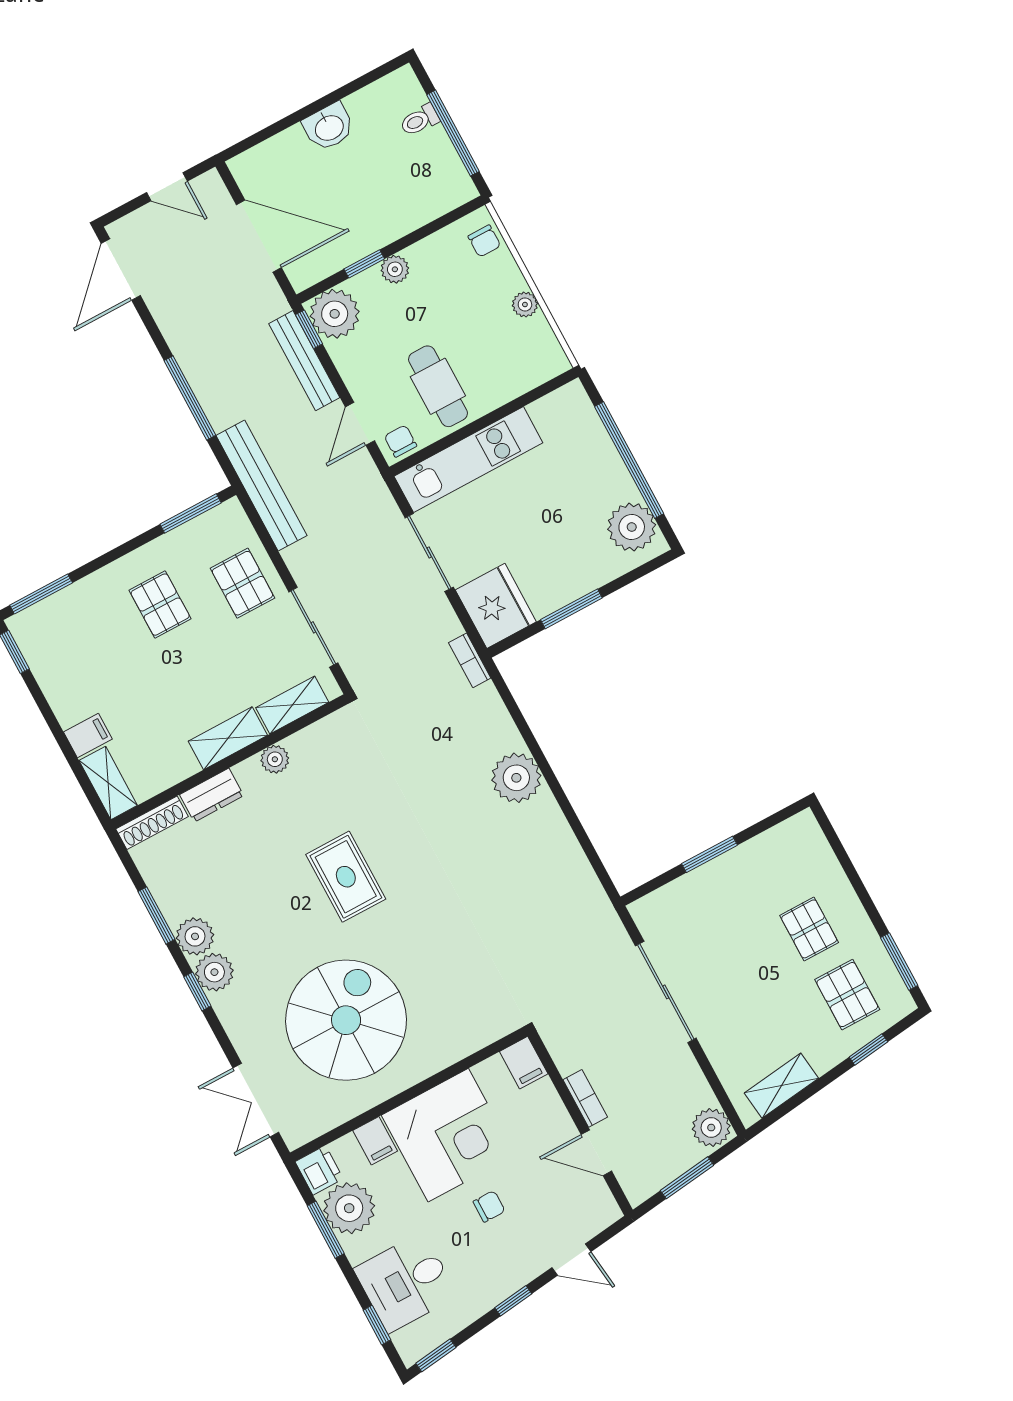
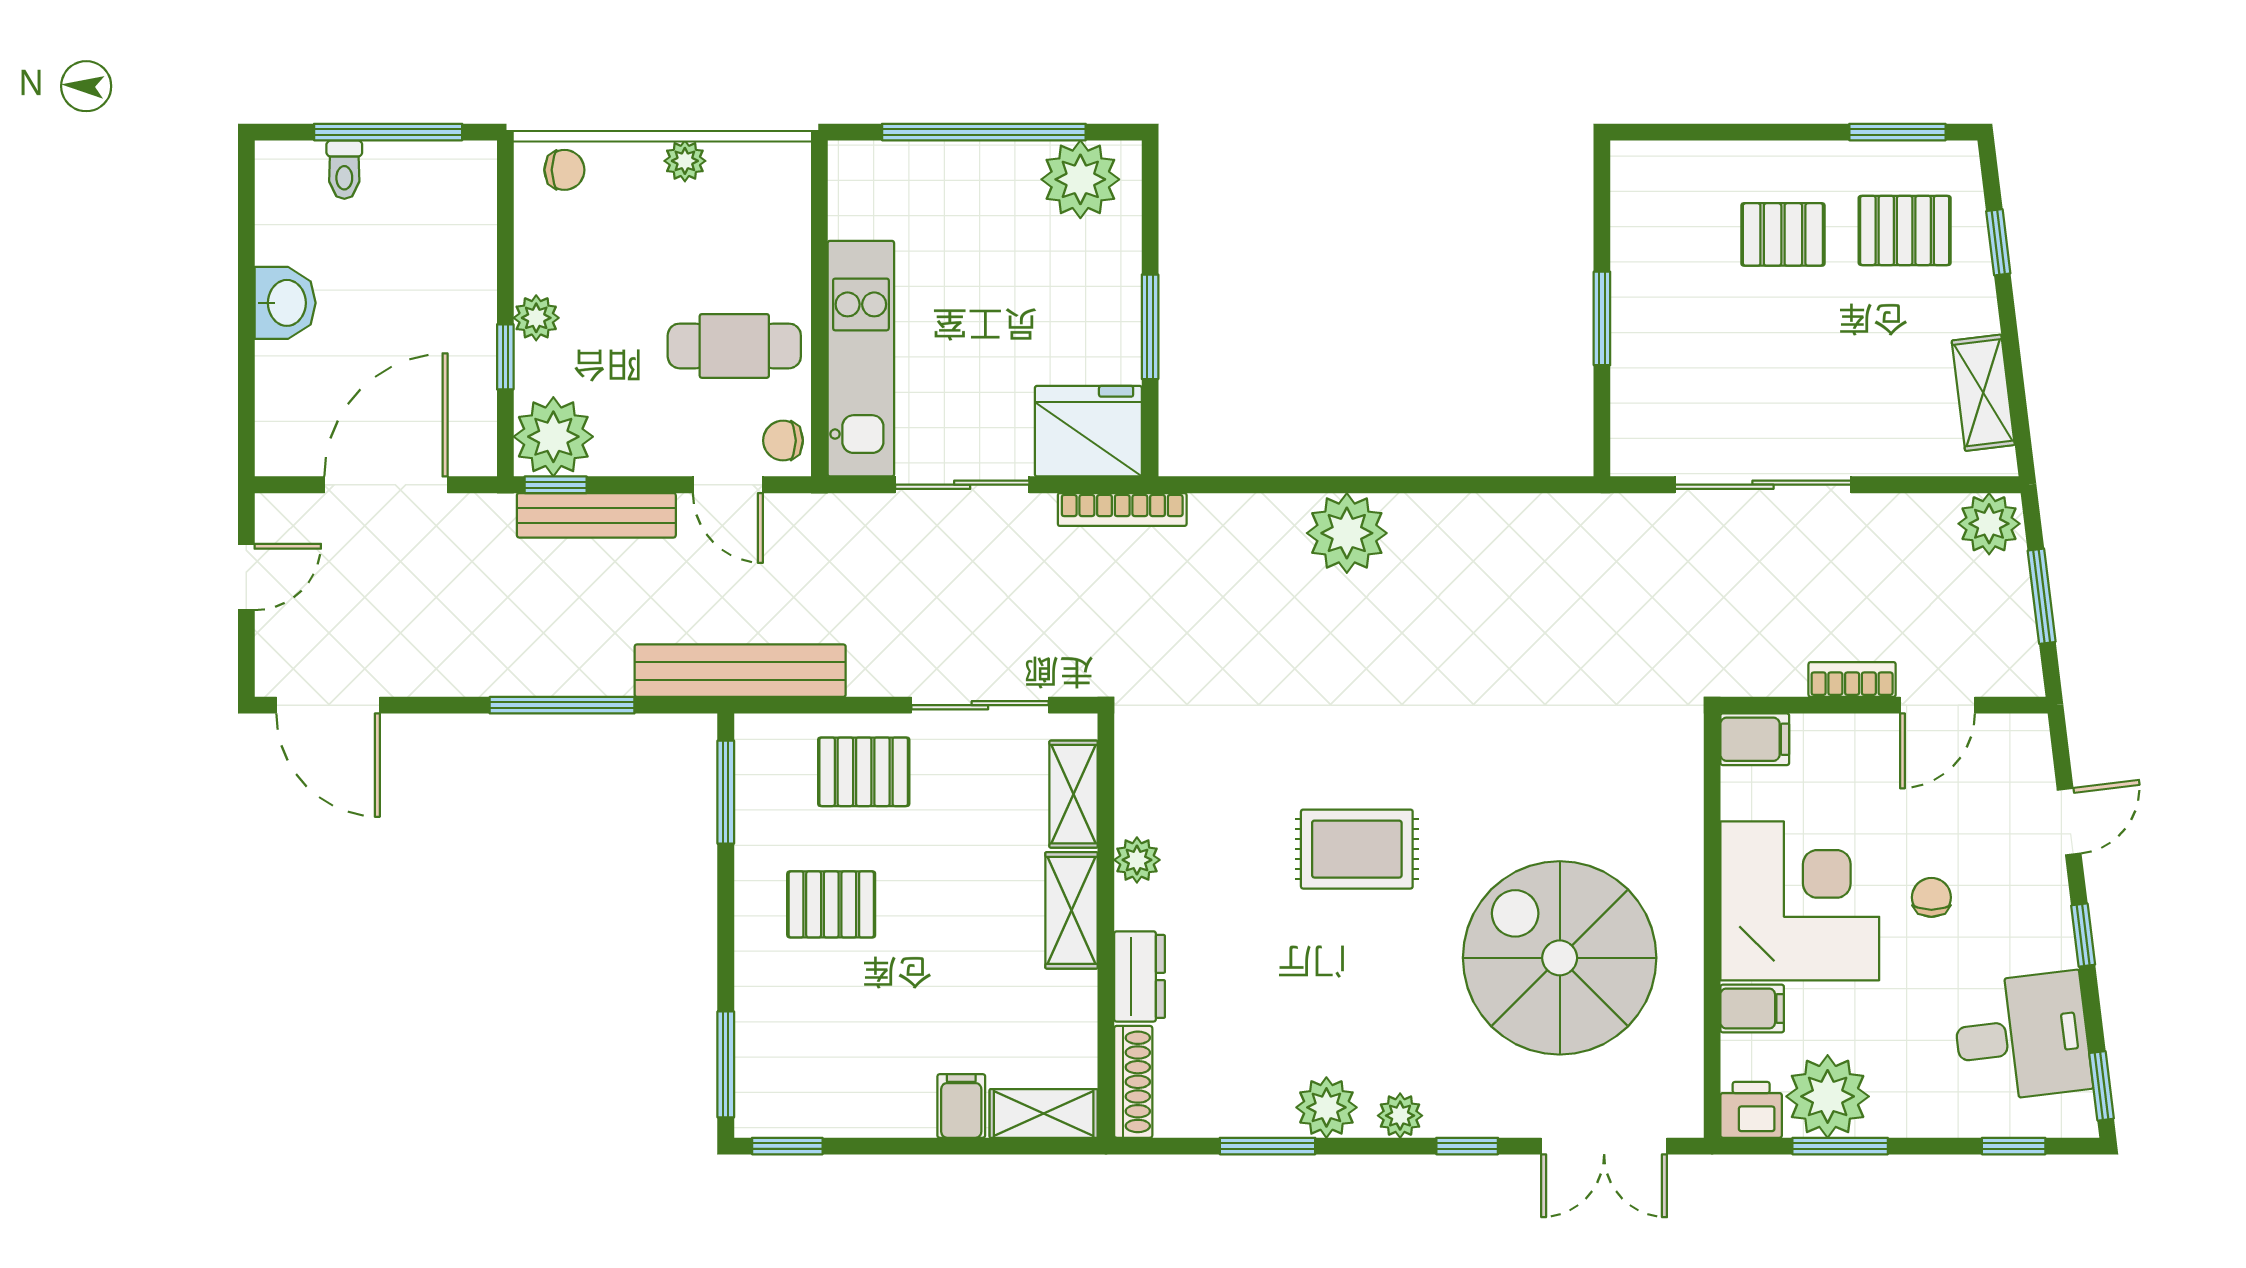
bookcase: (470, 660) -> (1122, 509), width x1.56
plant: (214, 972) -> (1400, 1116), width x0.73, depth x0.73
window: (197, 991) -> (1467, 1146), moved
desk: (406, 1283) -> (2022, 1037), moved, turned -97

